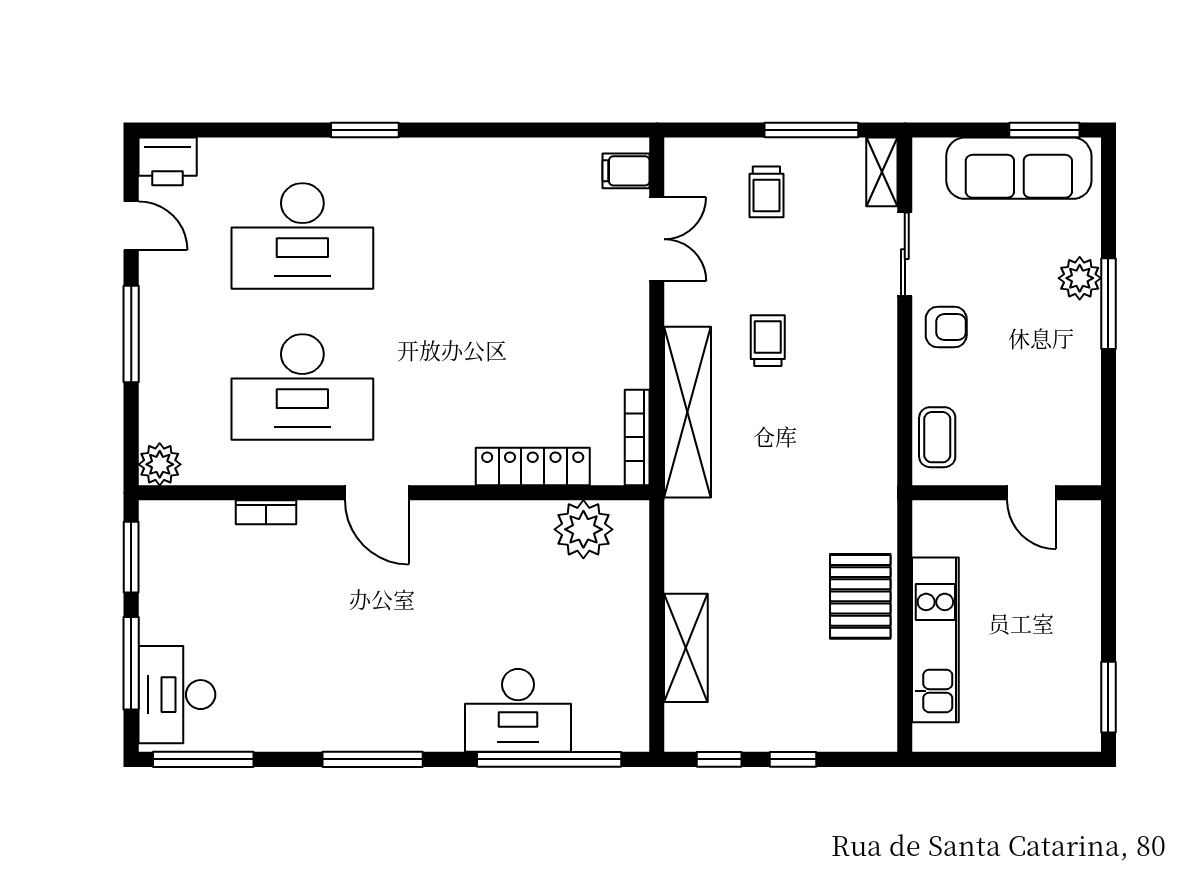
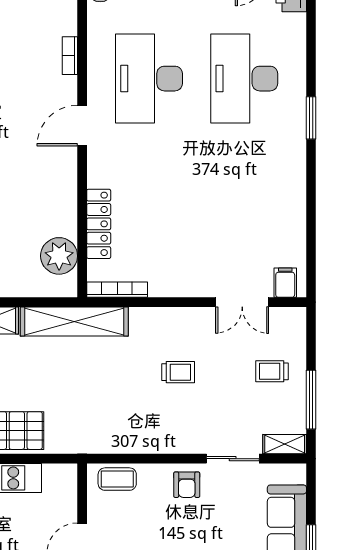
shelving: (688, 412) -> (74, 322), moved

